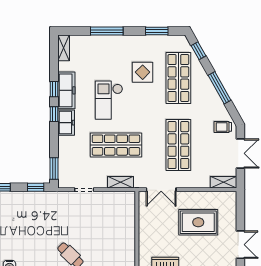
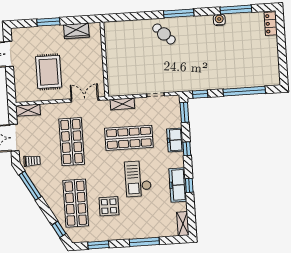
window: (219, 88) -> (30, 186), moved
checkout: (109, 100) -> (138, 179), turned 180
window: (54, 114) -> (187, 149), moved
freezer: (66, 123) -> (175, 140), moved
rug: (198, 222) -> (49, 72), turned 90

